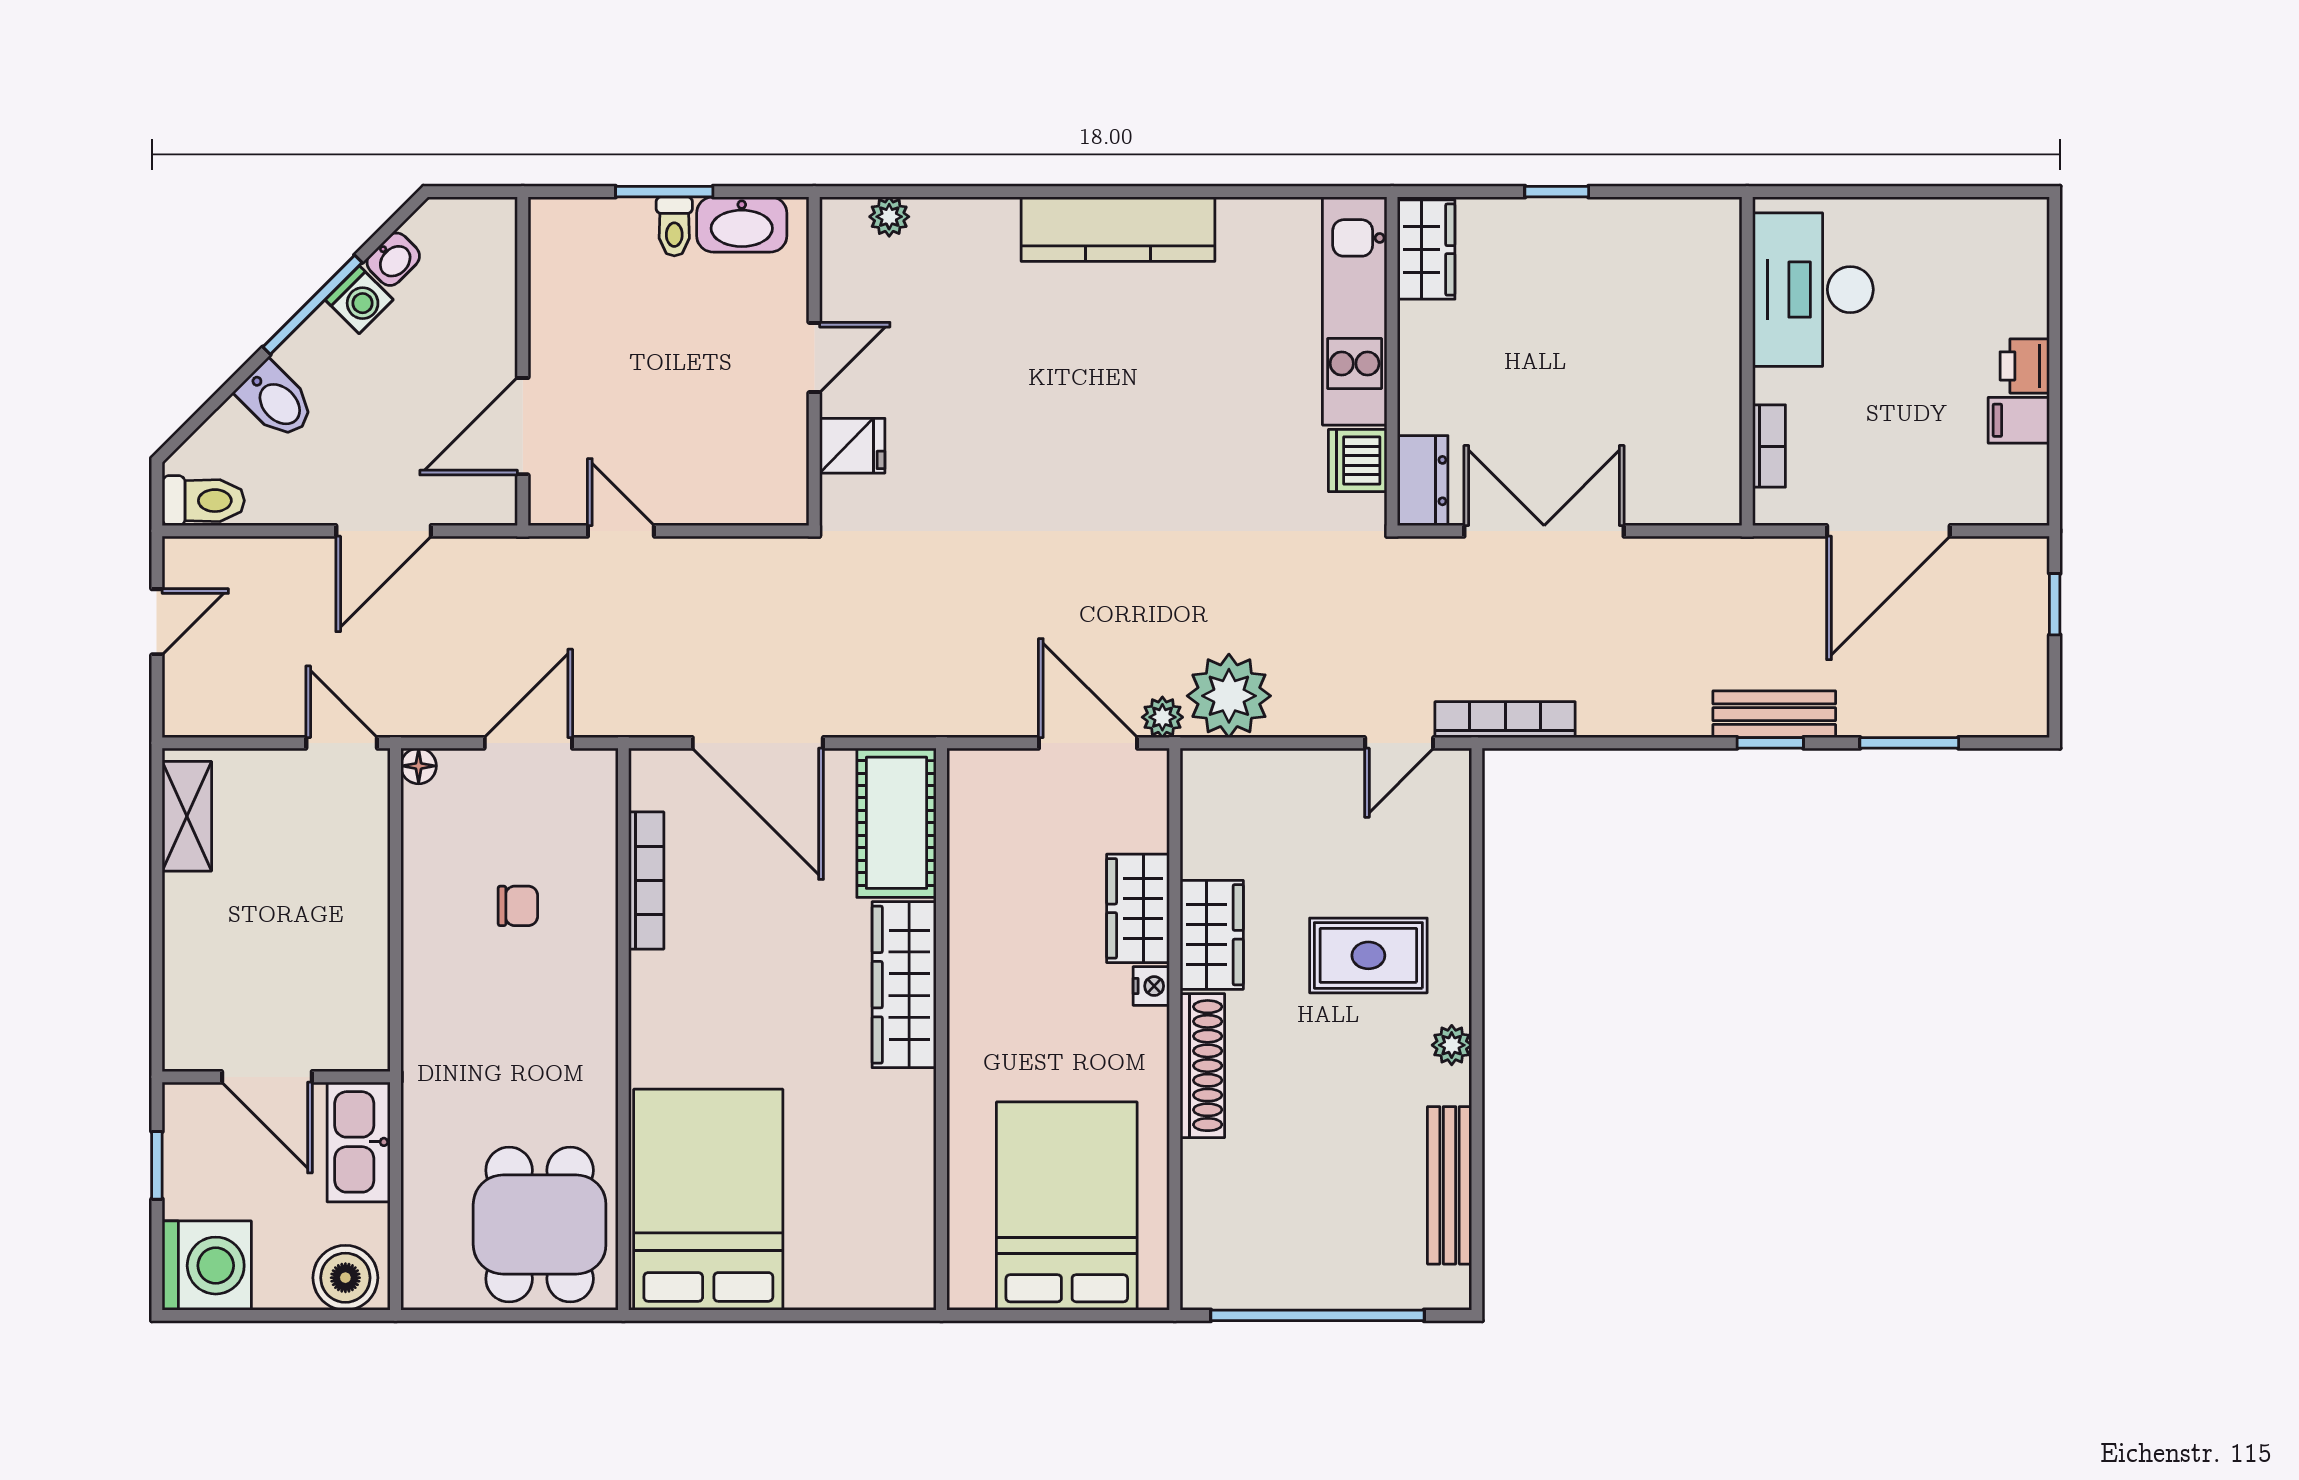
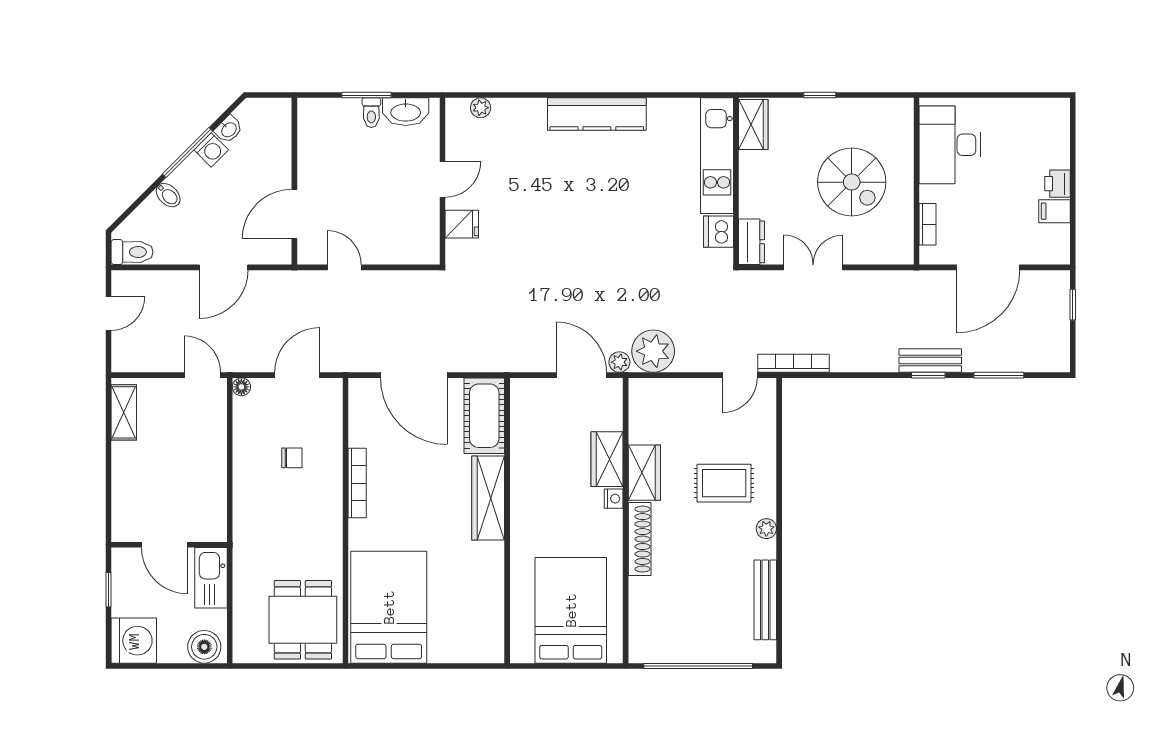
spiral stairs: (1620, 363) -> (852, 182), added
bidet: (276, 400) -> (168, 195), width x0.72, depth x0.74
double door: (1544, 531) -> (813, 267), width x0.73
bookcase: (646, 880) -> (357, 483), moved

